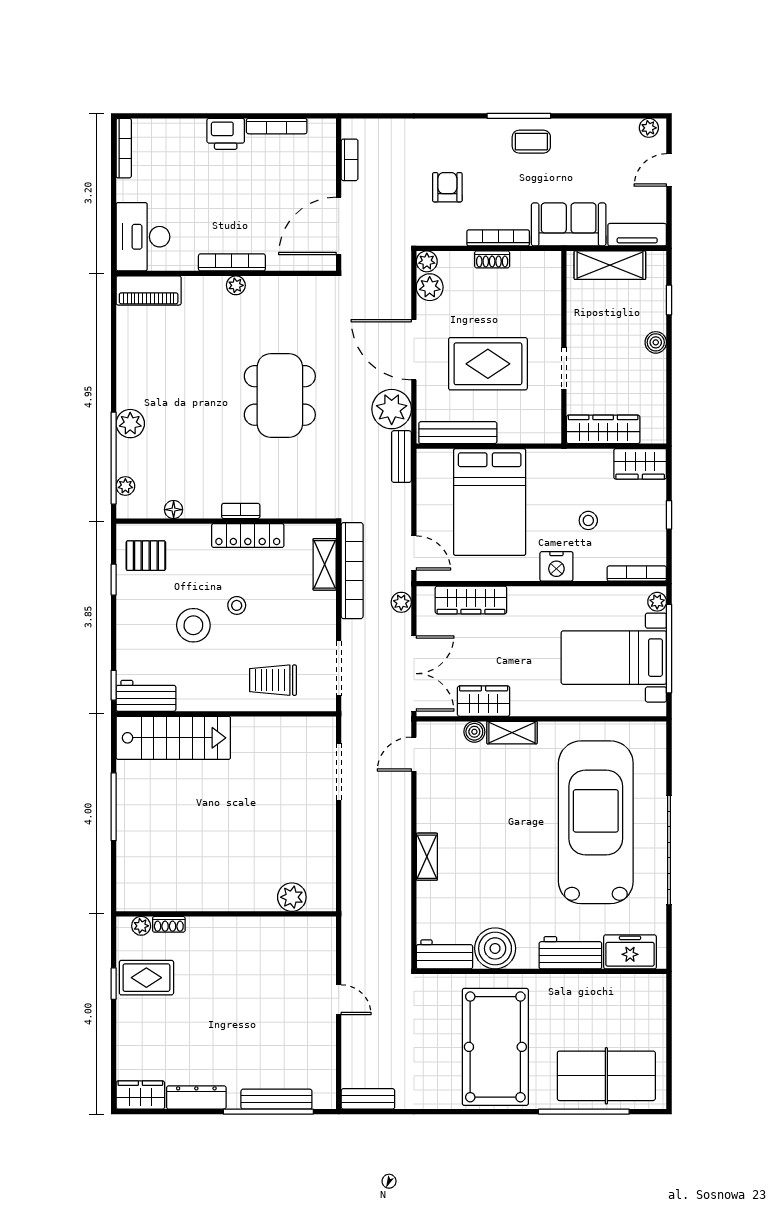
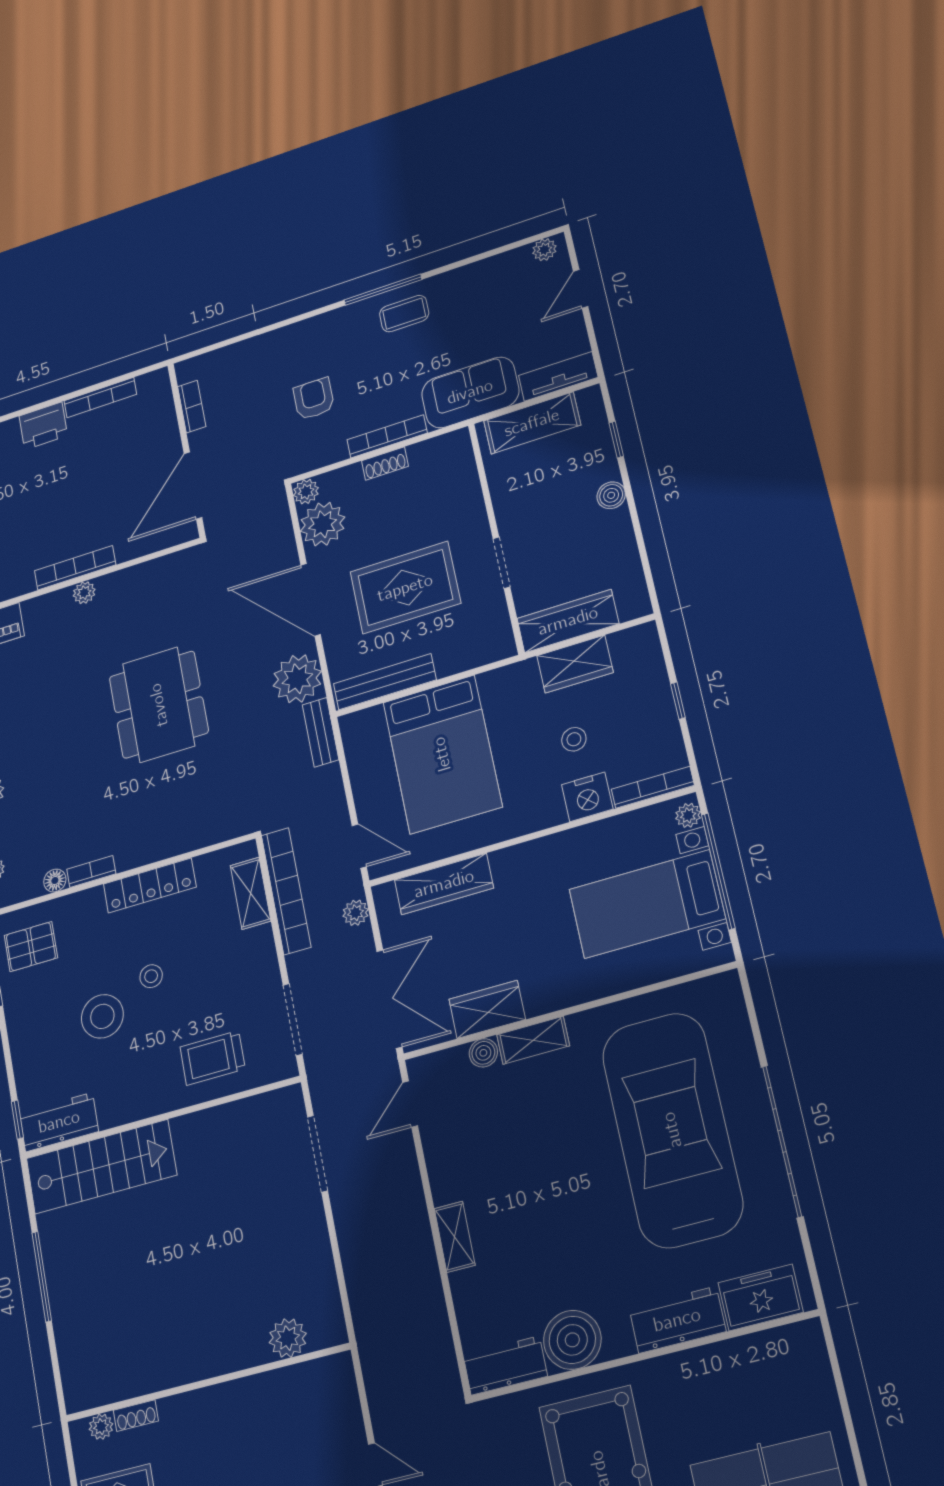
plant: (430, 287) -> (323, 524), width x1.36, depth x1.36
wardrobe: (640, 464) -> (575, 664), moved
bookcase: (241, 511) -> (91, 871), moved
nightstand: (556, 566) -> (587, 797), moved

